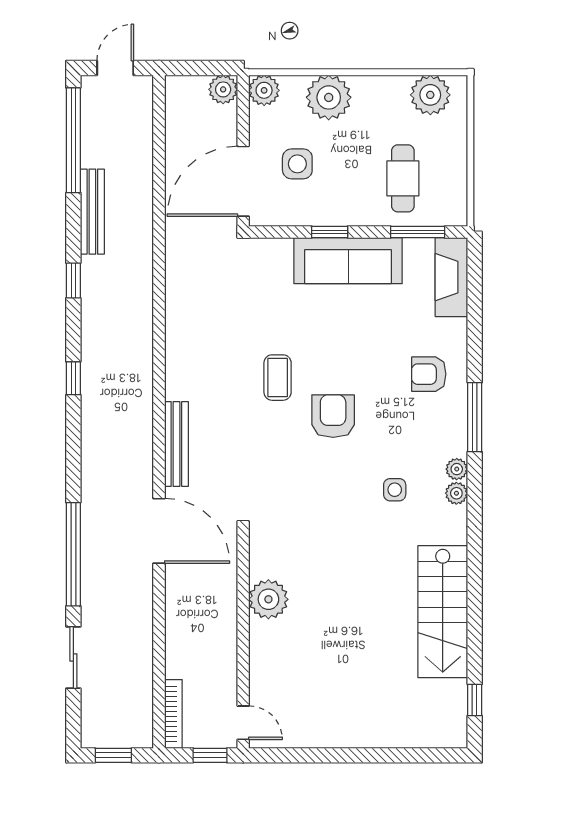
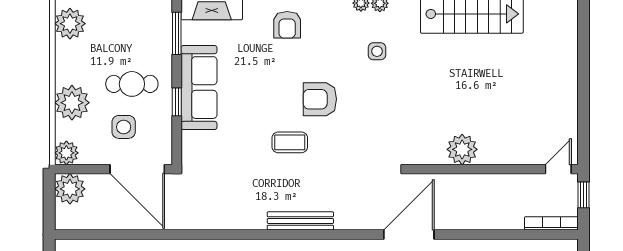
plant: (223, 89) -> (70, 189), width x1.36, depth x1.36
cafe table: (403, 178) -> (132, 84), moved
bench: (176, 444) -> (300, 221), moved

